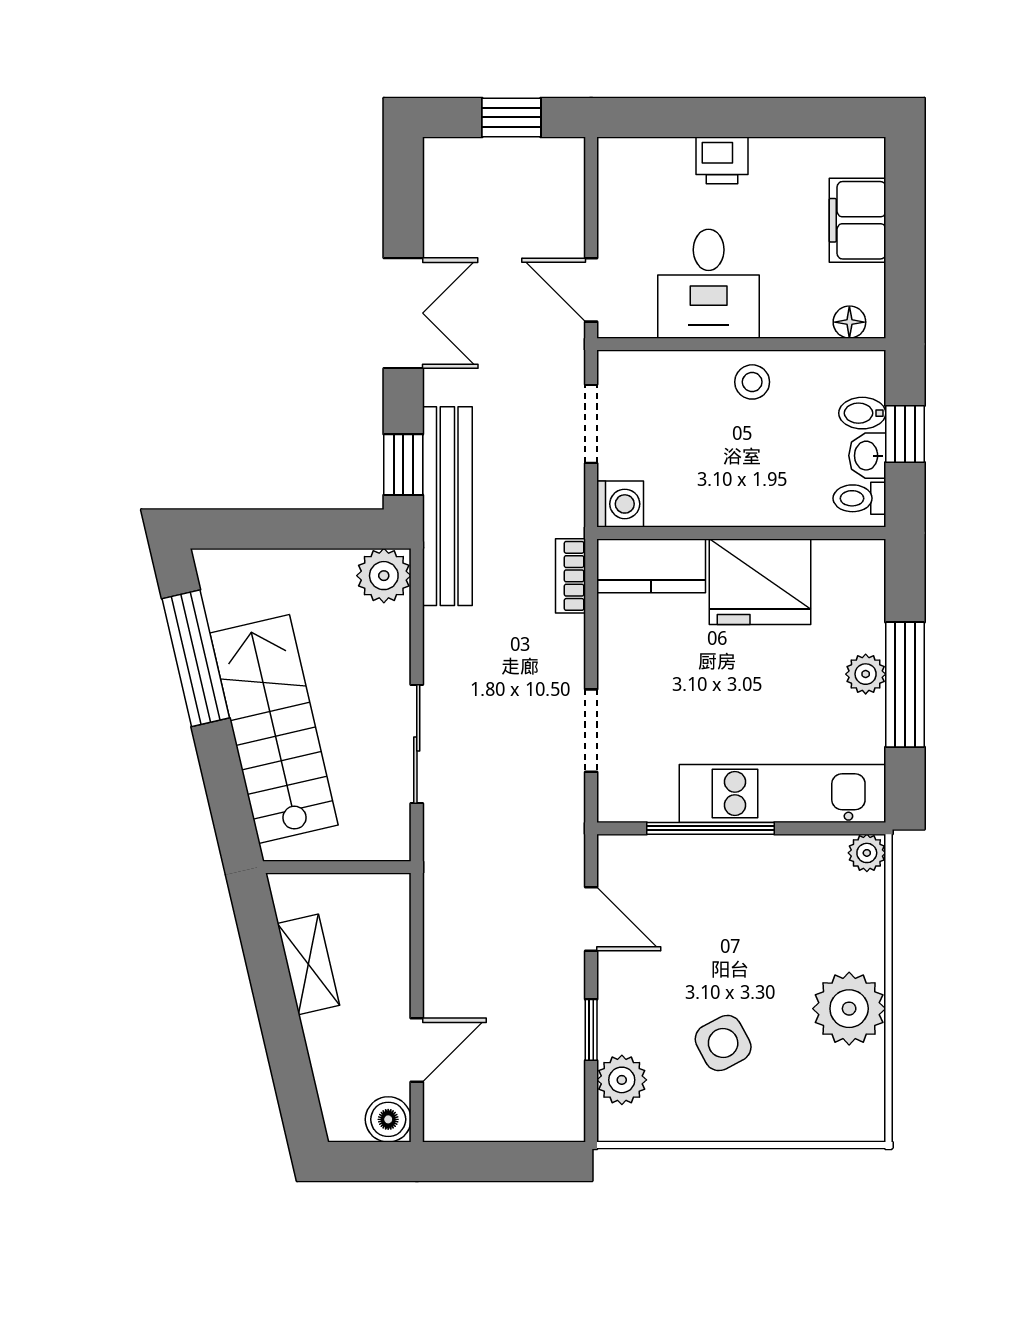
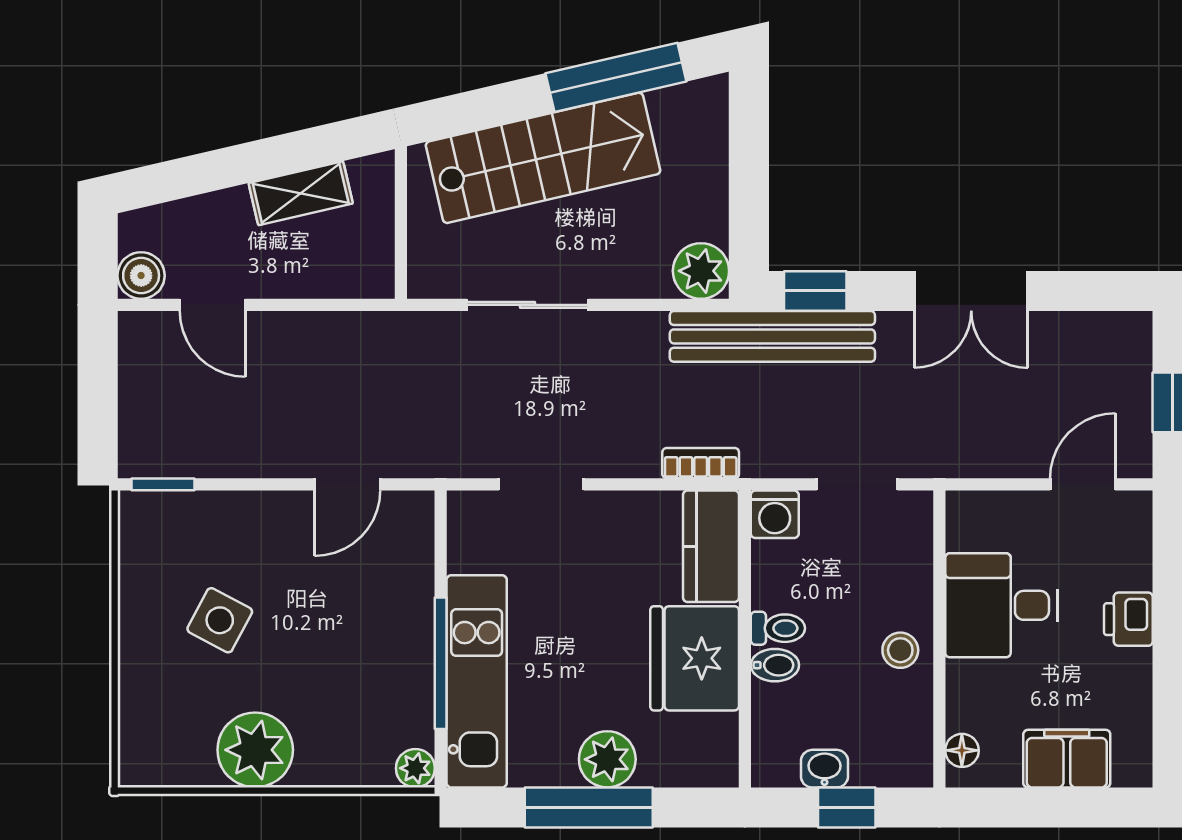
door: (591, 290) -> (1083, 484), moved
bidet: (862, 413) -> (775, 665), moved, turned 90
toilet: (859, 498) -> (778, 628), moved, turned 90
plant: (866, 674) -> (607, 759), width x1.38, depth x1.38
window: (711, 828) -> (441, 663), moved
window: (591, 1030) -> (163, 484), moved
side table: (723, 1043) -> (220, 620), turned -34
plant: (622, 1080) -> (182, 516), removed

